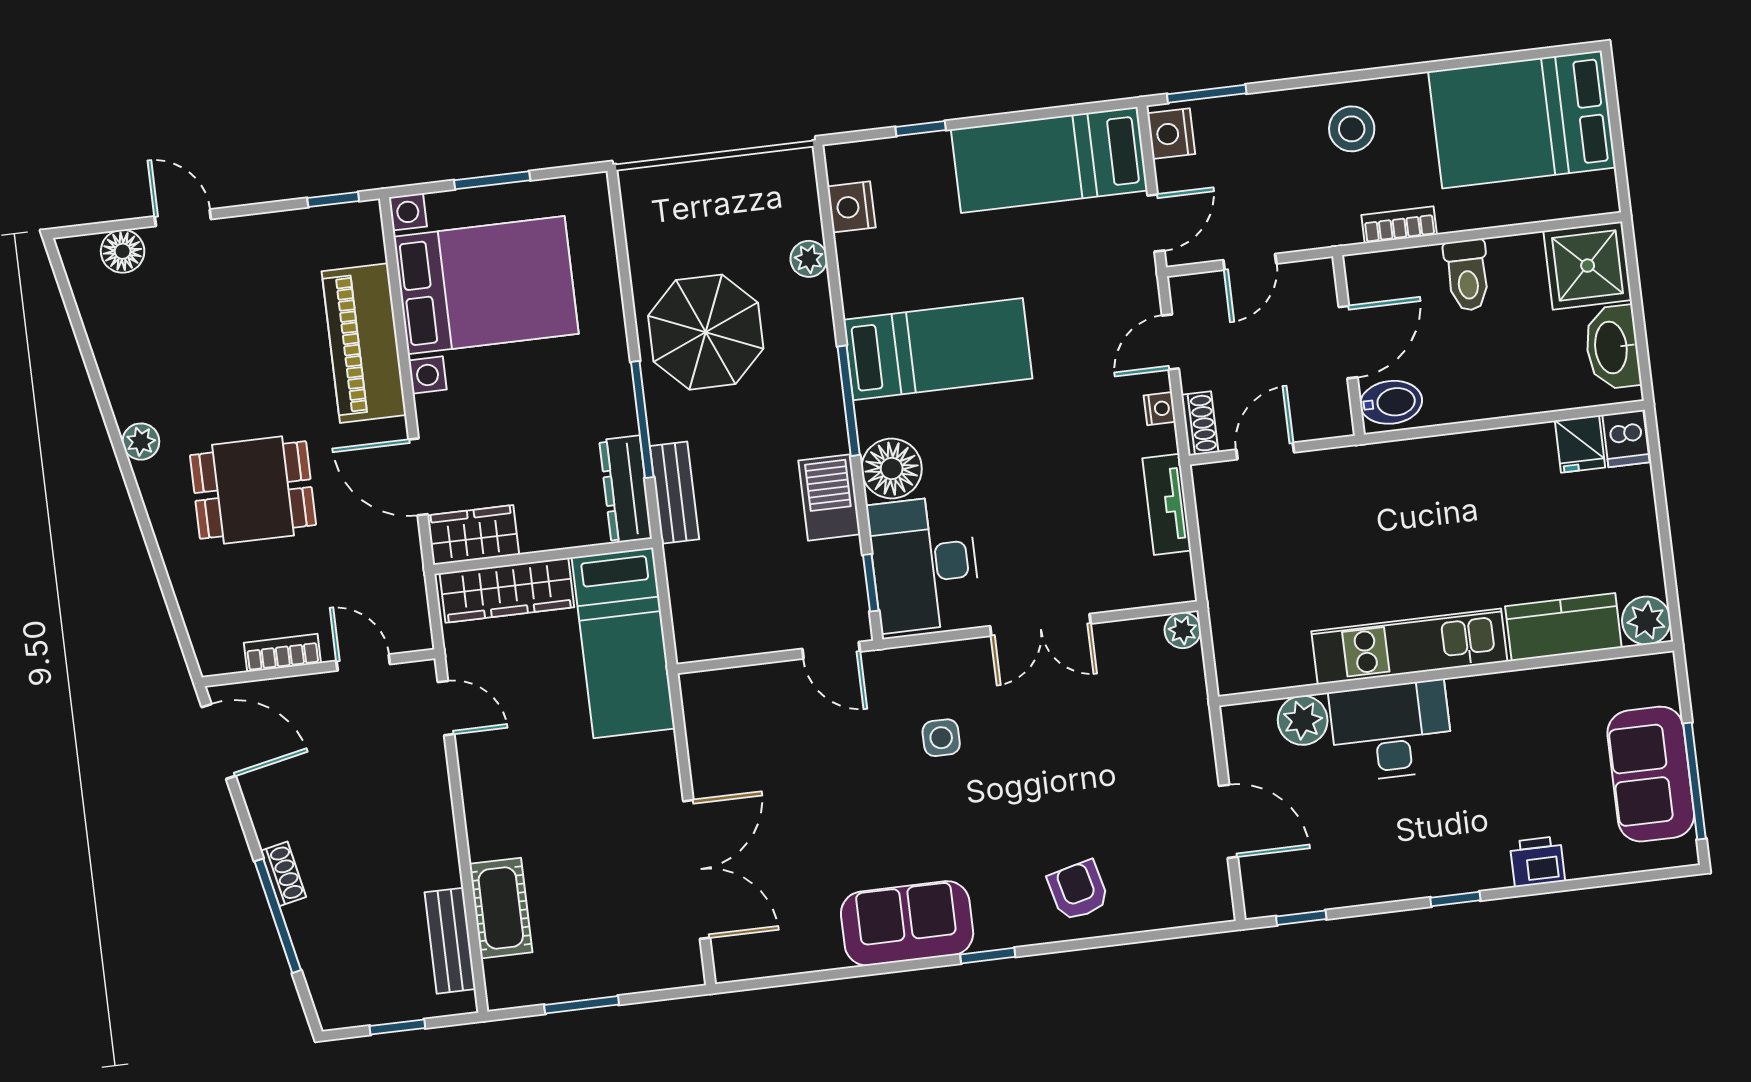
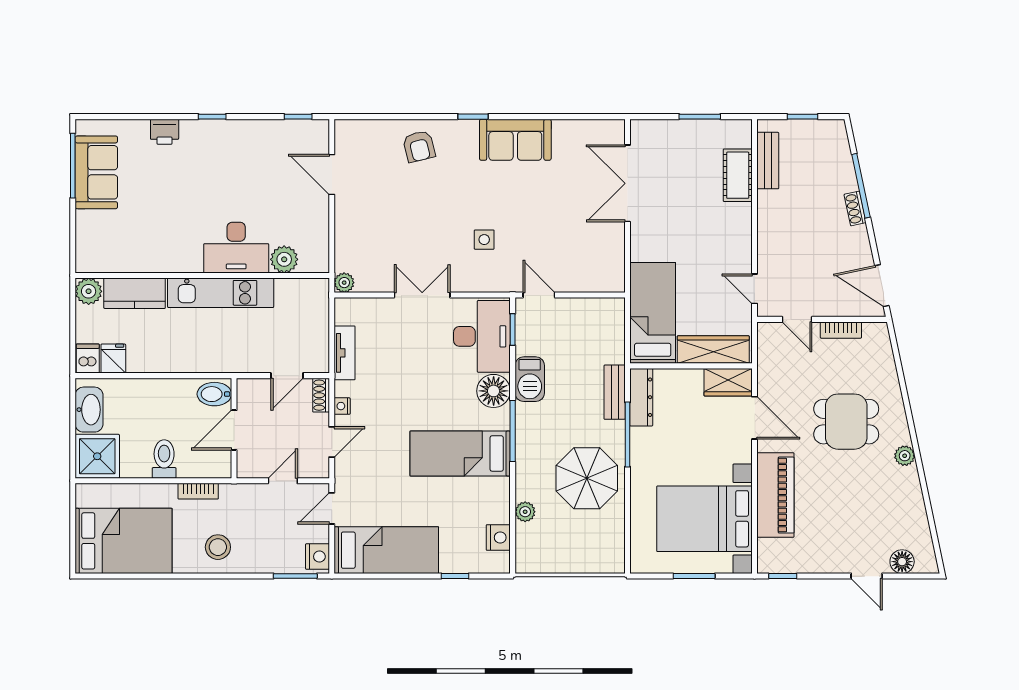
plant: (1646, 621) -> (89, 291), moved
kitchen counter: (1563, 627) -> (135, 293), moved
kitchen unit: (1409, 646) -> (221, 293), moved
wall: (1446, 674) -> (202, 275), moved
plant: (1303, 720) -> (284, 259), moved
desk: (1391, 731) -> (236, 248), moved

